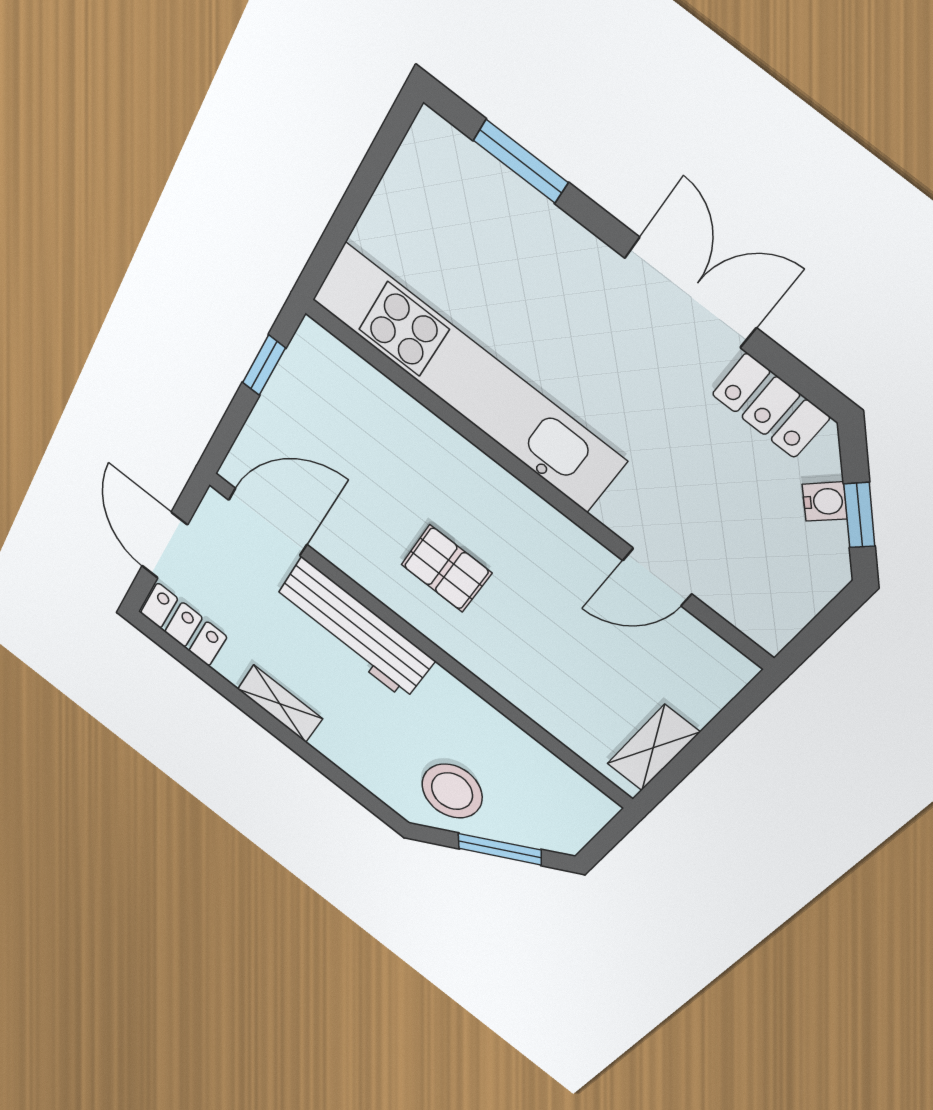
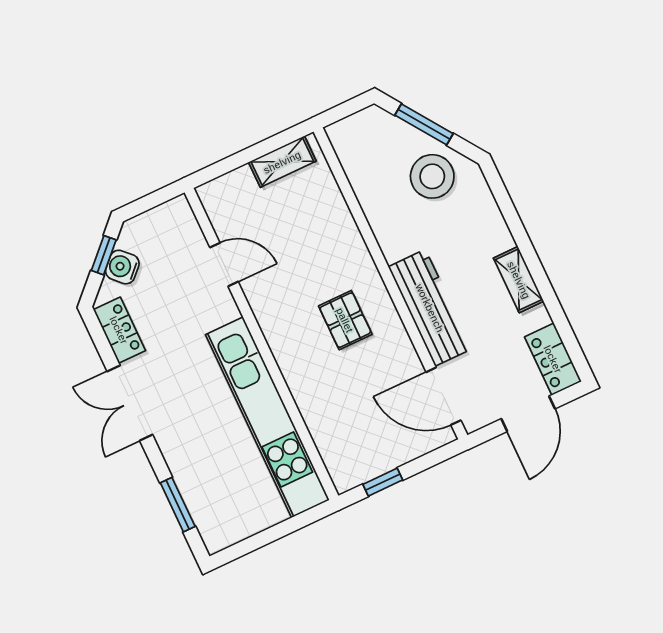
water cooler: (825, 502) -> (122, 267), width x1.38, depth x1.38

